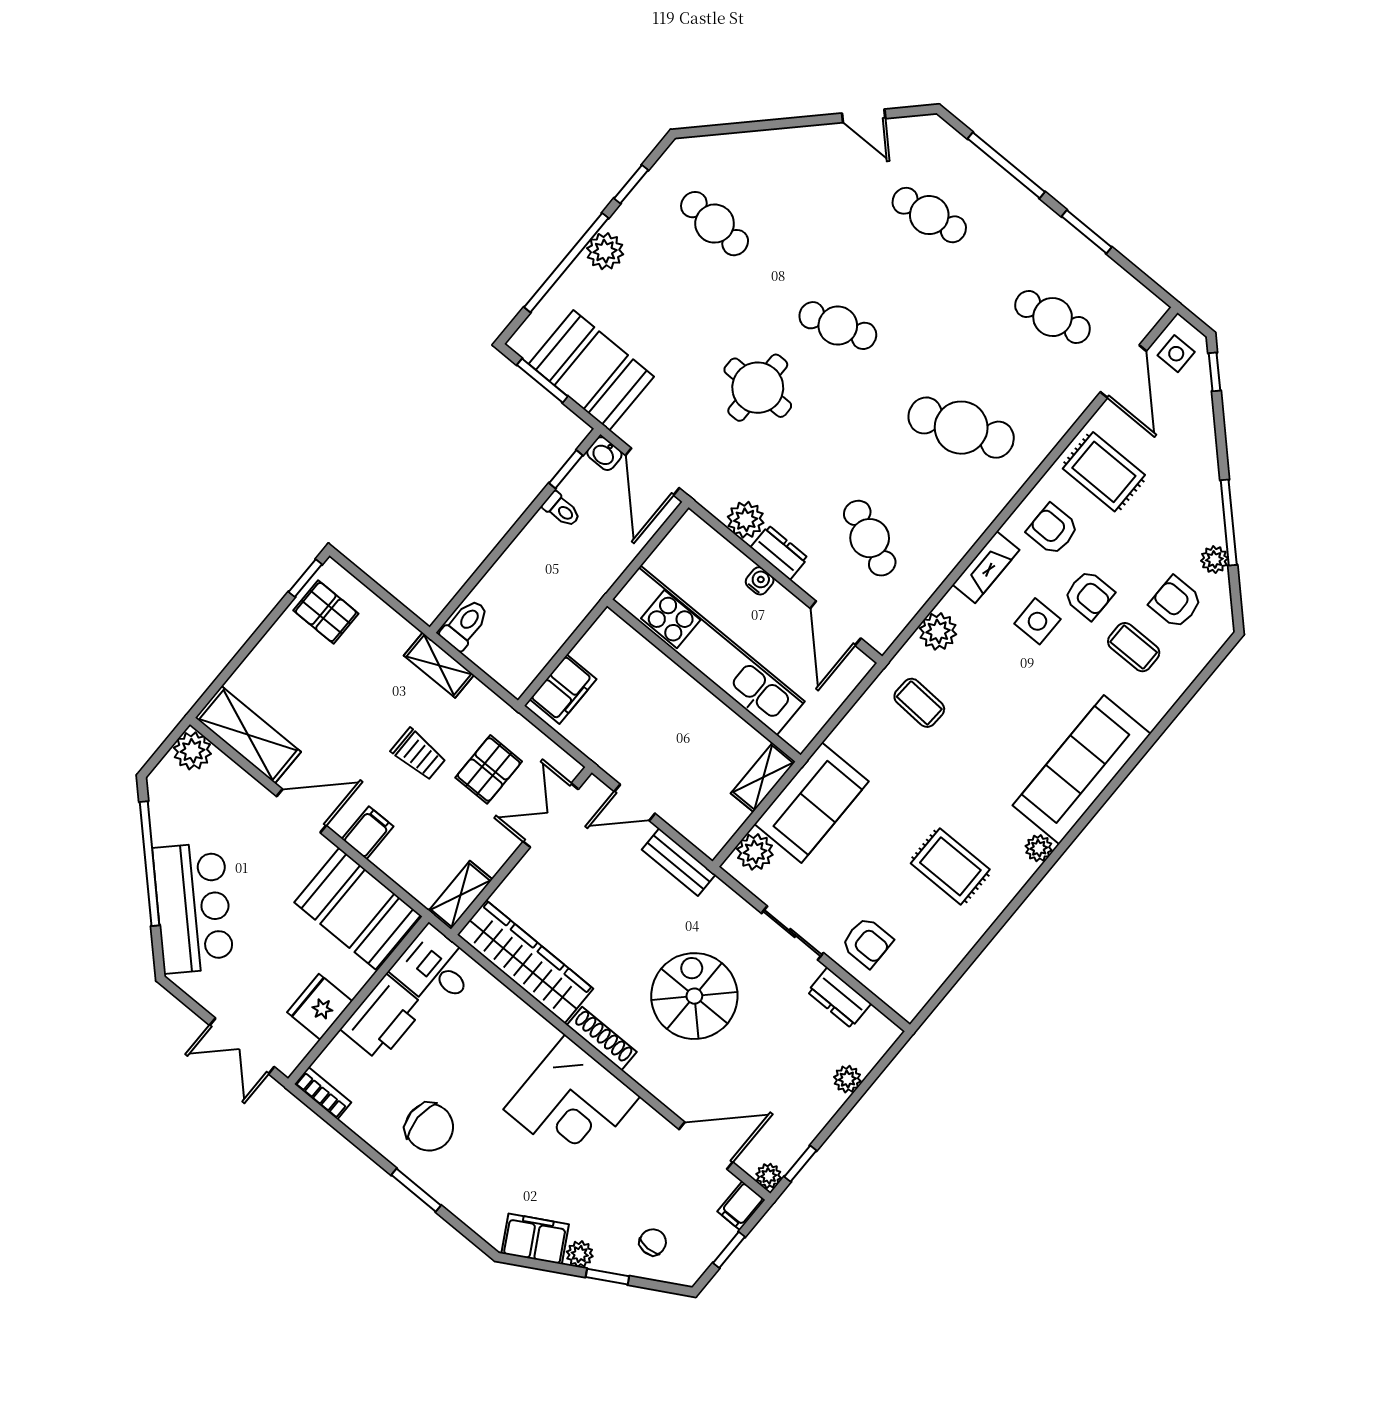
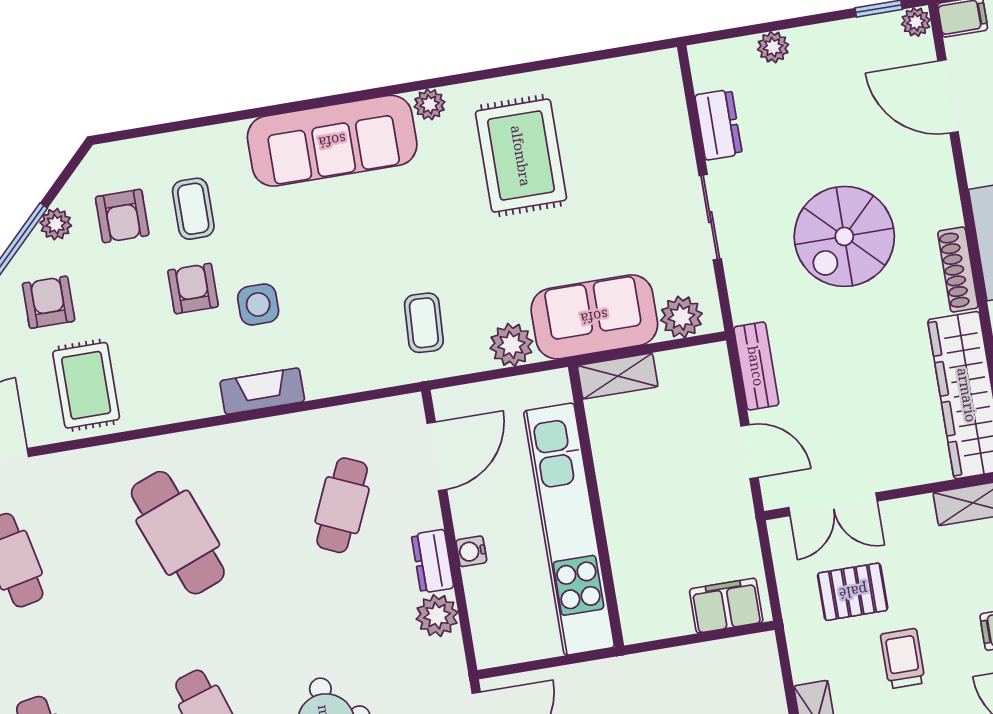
armchair: (1053, 529) -> (49, 302), moved, turned 180
plant: (938, 631) -> (511, 345), moved
rug: (950, 866) -> (521, 156), width x1.36, depth x1.43
armchair: (867, 942) -> (652, 152), removed

